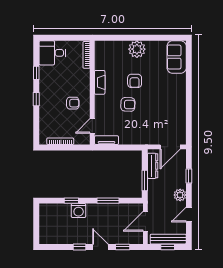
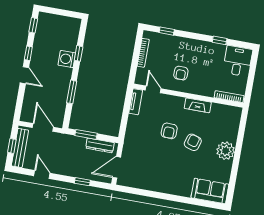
armchair: (135, 81) -> (193, 142), turned 107
window: (36, 99) -> (167, 31), moved
door: (170, 147) -> (117, 167), hinge flipped
plant: (180, 195) -> (64, 169), removed
door: (100, 247) -> (24, 75), hinge flipped
window: (123, 247) -> (33, 25), moved

